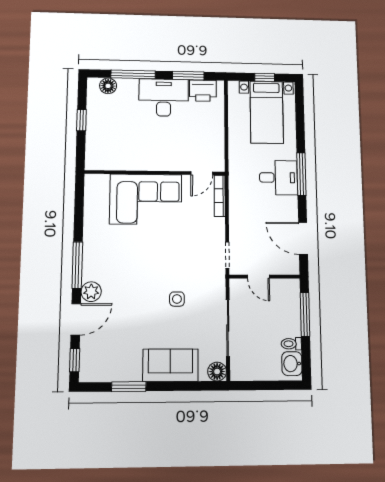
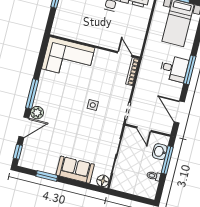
door: (202, 173) -> (125, 54), swing flipped
corner sofa: (146, 199) -> (68, 58), moved
side table: (177, 299) -> (93, 105), moved
washbasin: (292, 364) -> (160, 152), moved

